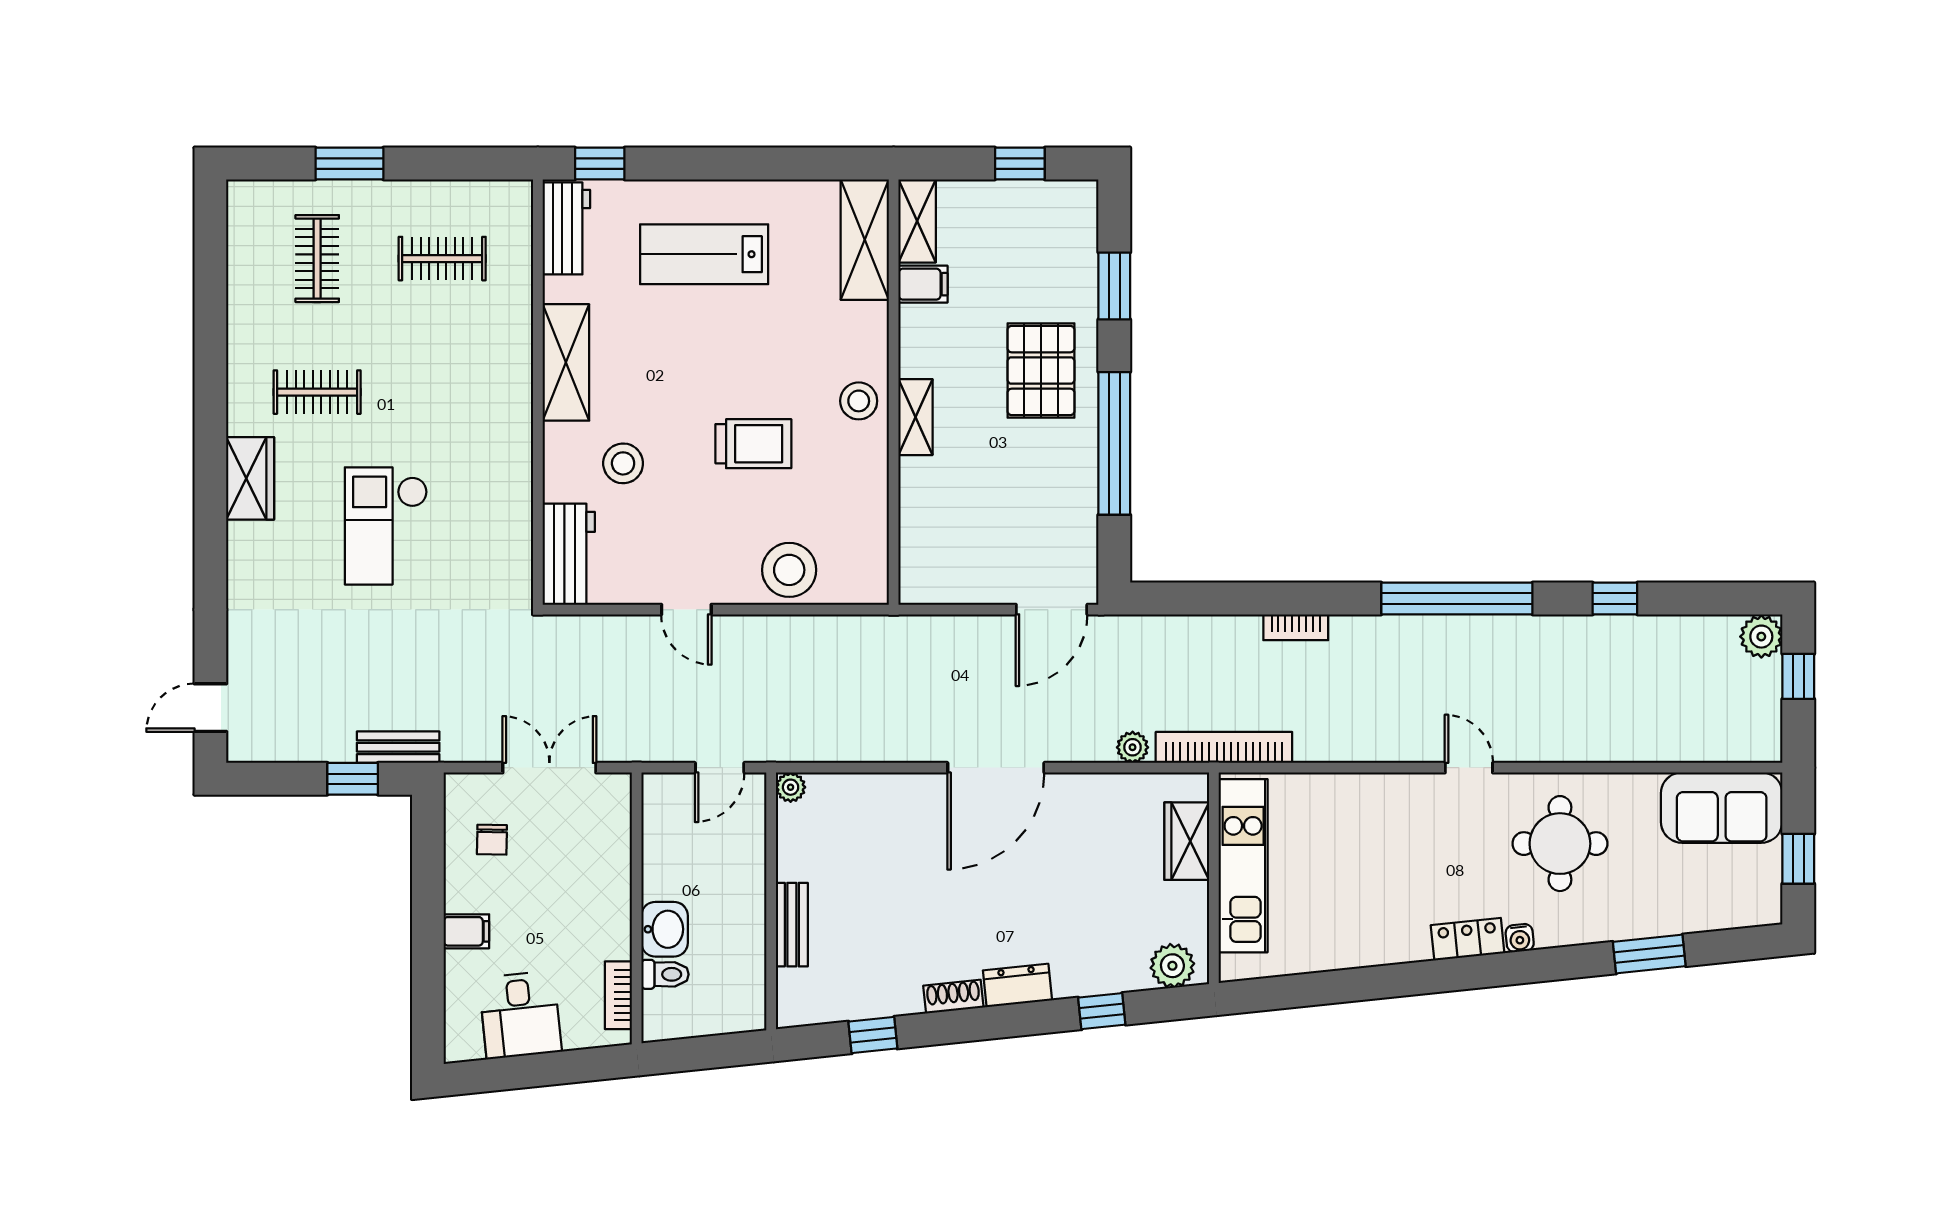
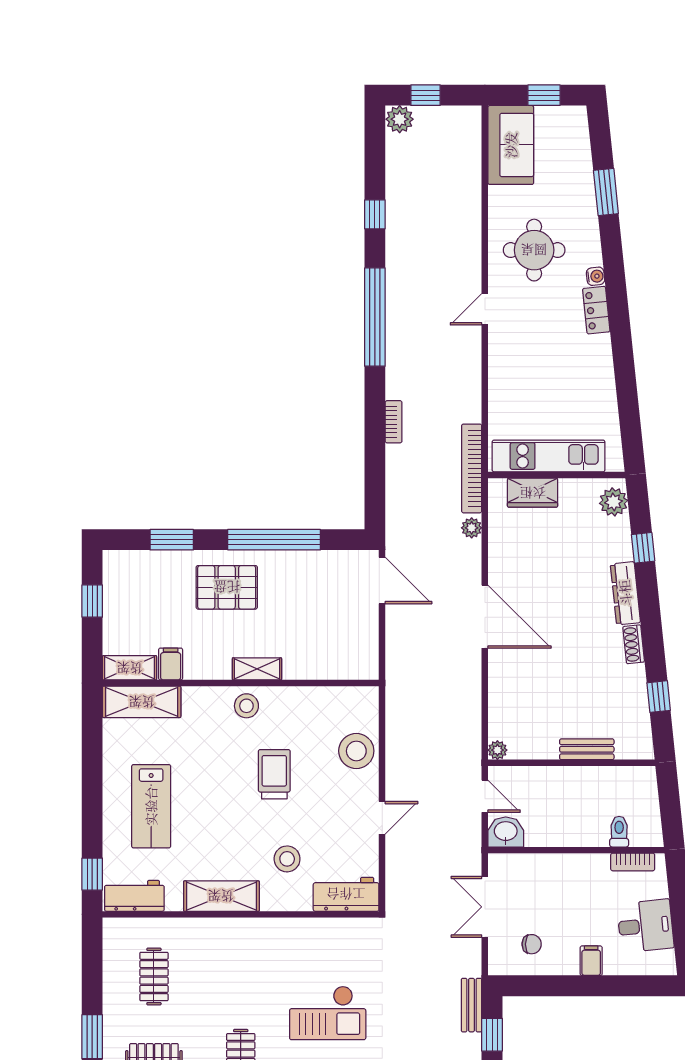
washbasin: (665, 929) -> (506, 832), moved
dresser: (1017, 985) -> (625, 593), width x1.44

